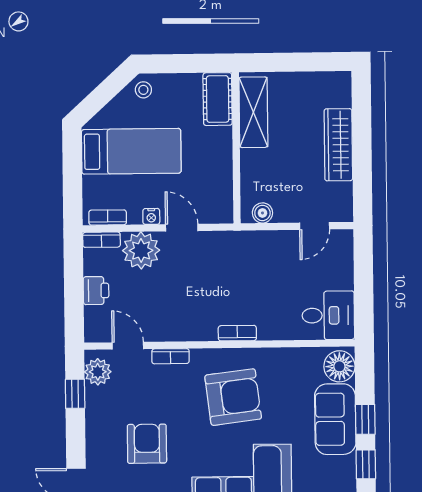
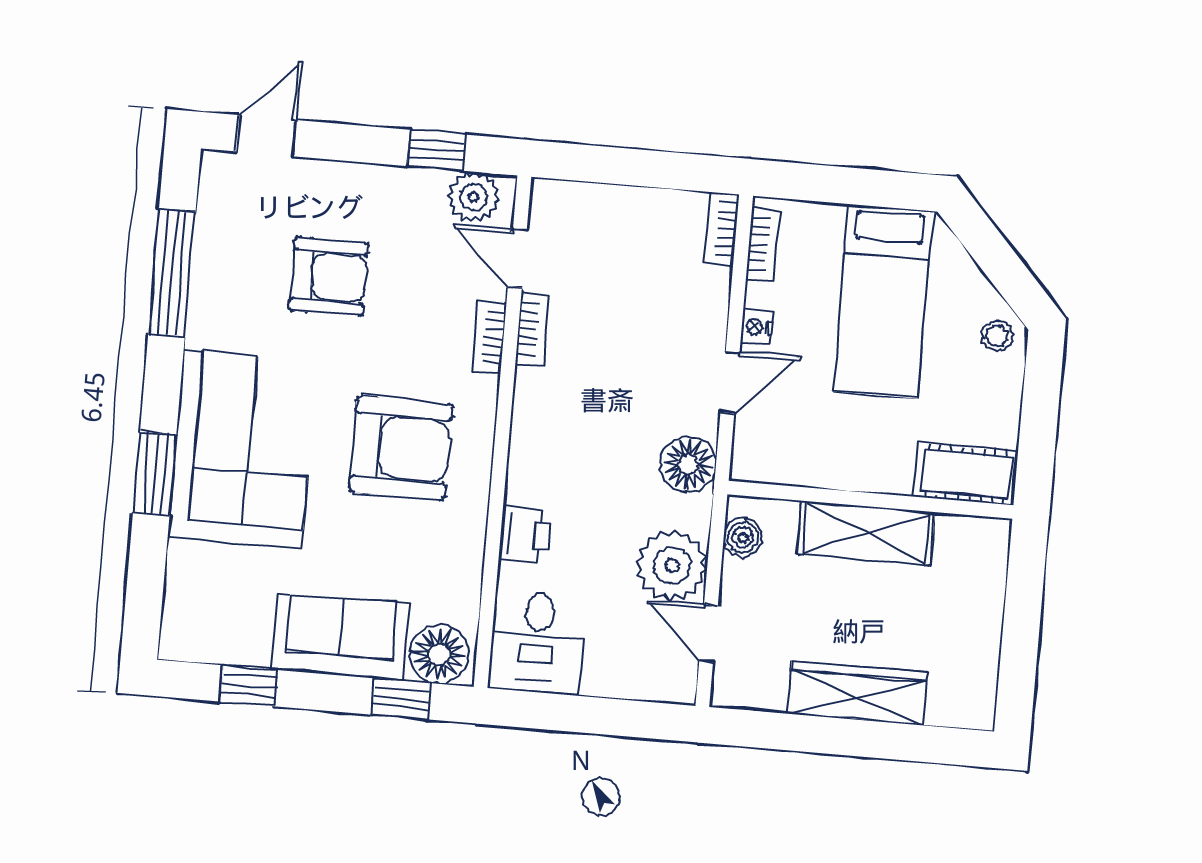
shelving: (253, 112) -> (866, 533), moved
floor lamp: (227, 245) -> (688, 464), added
plant: (141, 250) -> (672, 566), moved
printer: (96, 291) -> (525, 535), moved, turned -90
bookcase: (237, 333) -> (533, 329), moved
door: (128, 346) -> (517, 259), swing flipped
armchair: (233, 397) -> (401, 448), turned -83
window: (365, 419) -> (401, 699), moved

